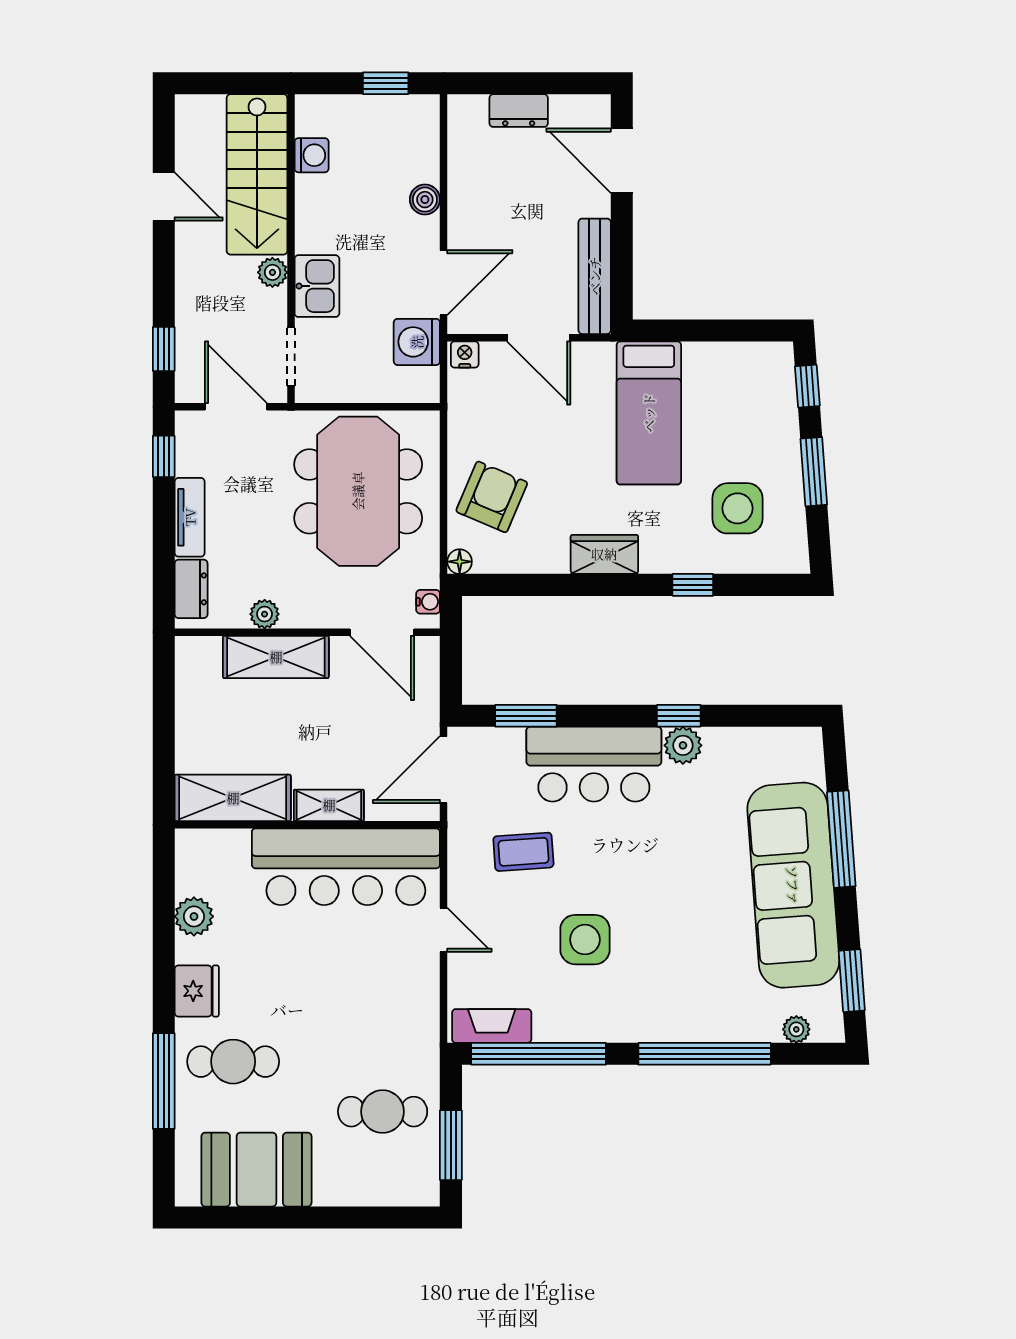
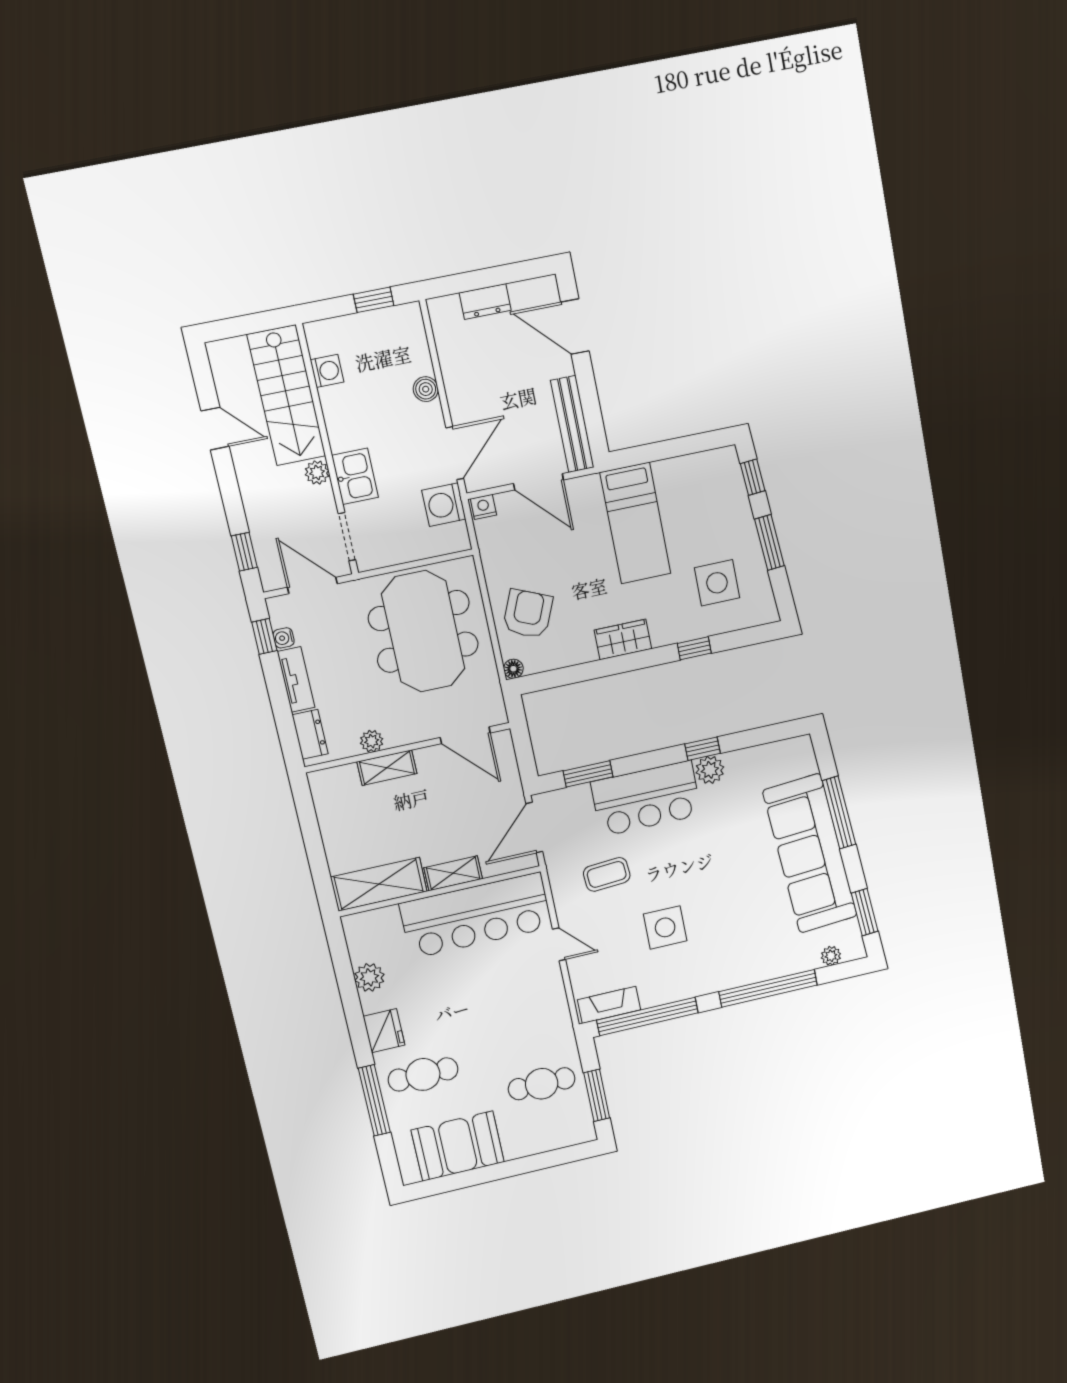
water cooler: (428, 602) -> (284, 638), moved, turned 180
shelving: (276, 657) -> (387, 768), width x0.67, depth x0.75

